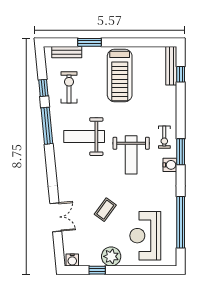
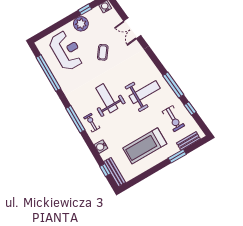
treadmill: (120, 76) -> (145, 146), turned -90
window: (181, 152) -> (75, 119), width x1.44
water cooler: (170, 165) -> (101, 147), moved

